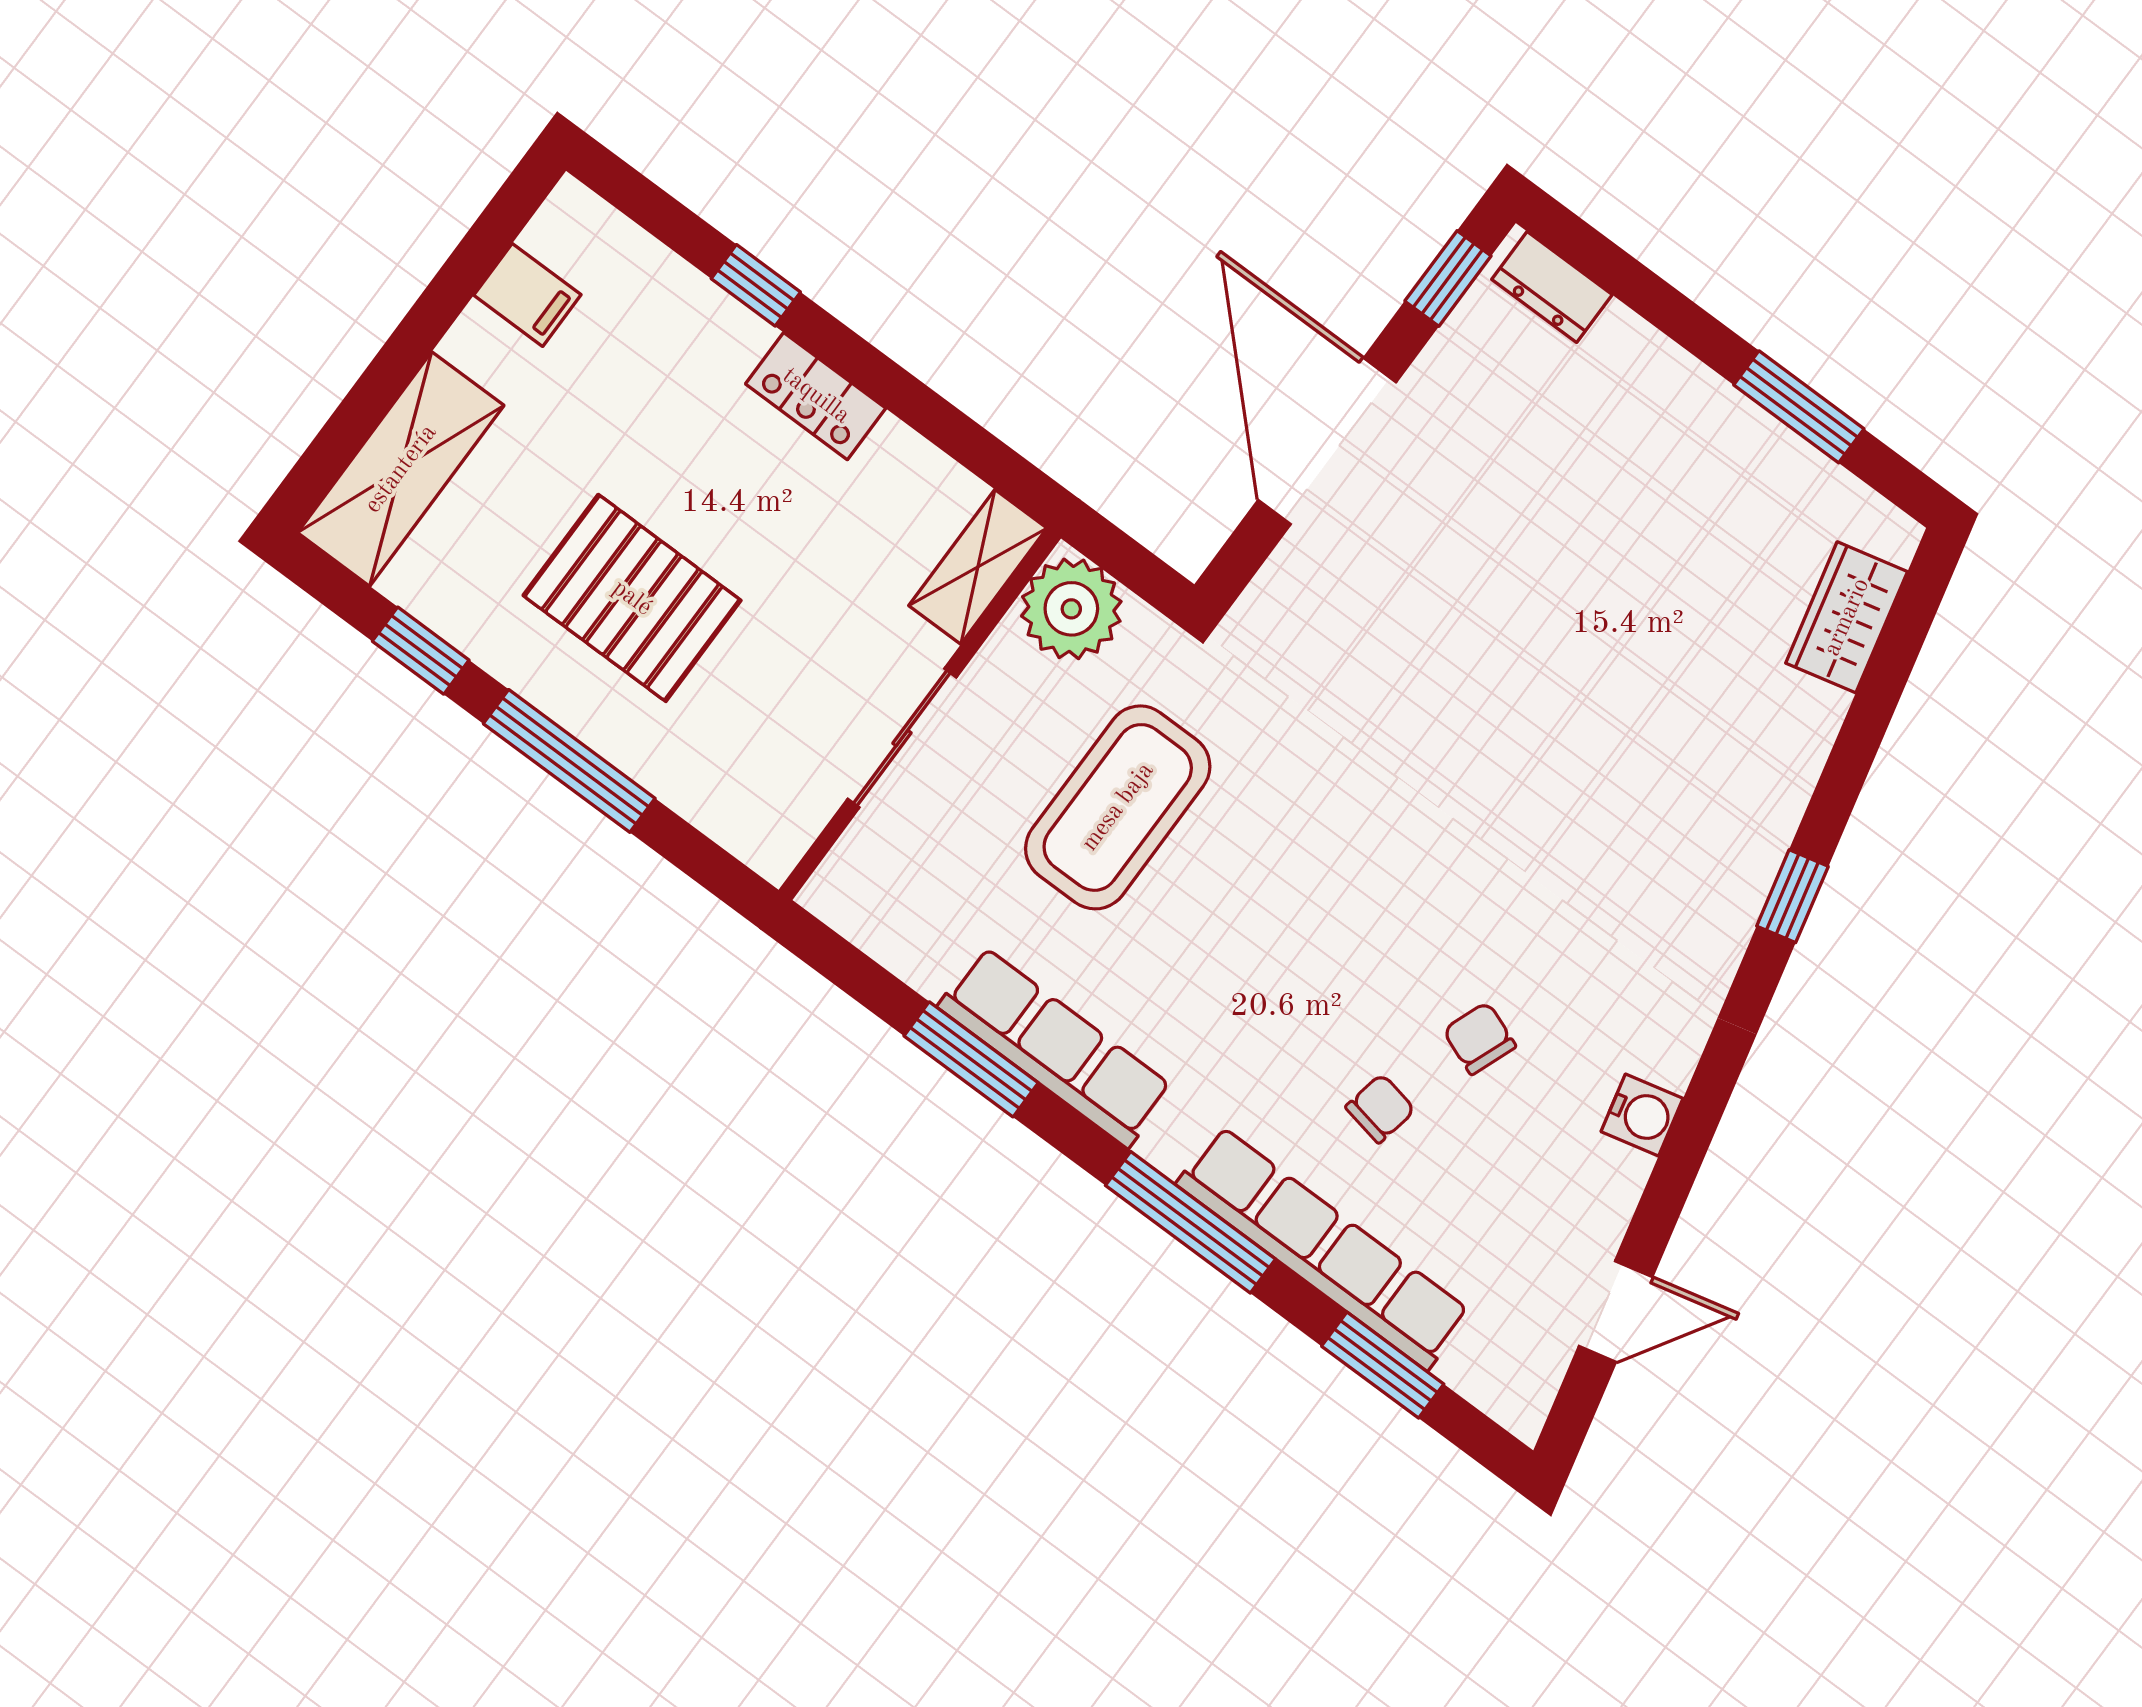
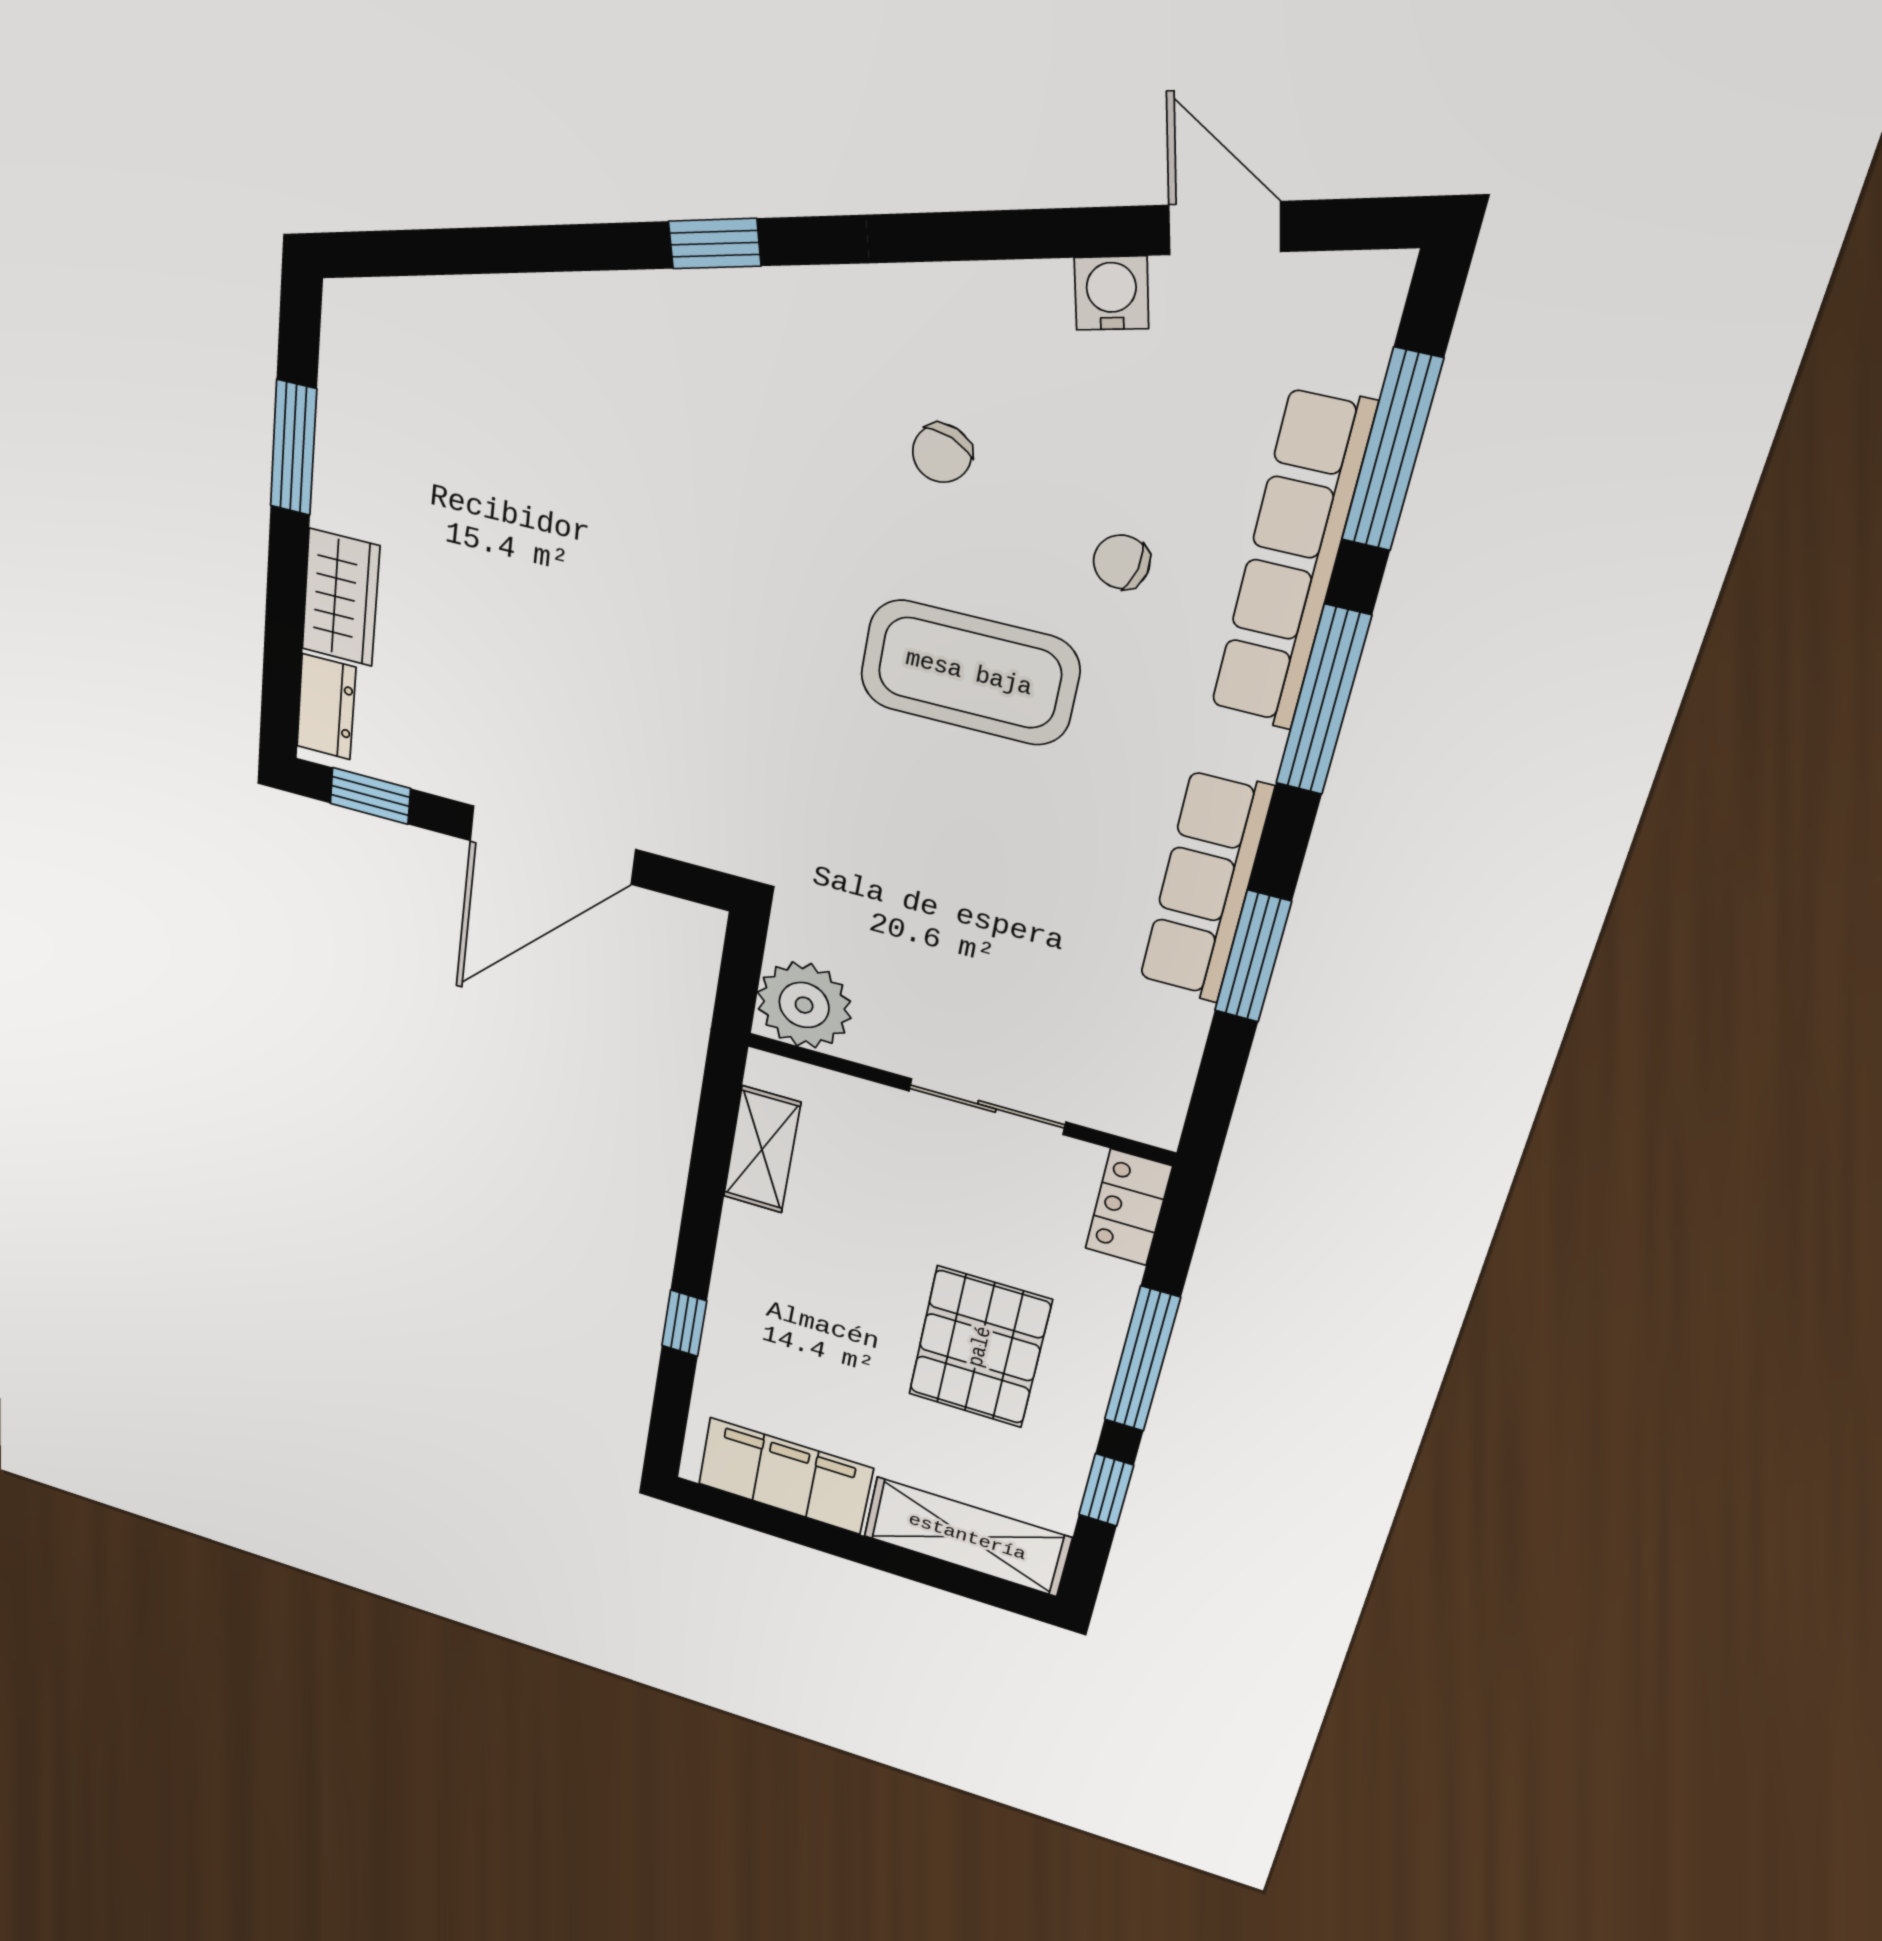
filing cabinet: (527, 295) -> (785, 1476), width x3.00, depth x1.17
locker: (816, 396) -> (1129, 1207), moved, turned 180
shelving: (978, 567) -> (762, 1150), moved, turned 90
wardrobe: (1847, 617) -> (341, 598), moved, turned -76
coffee table: (1118, 807) -> (969, 673), moved
chair: (1479, 1038) -> (942, 453), moved
water cooler: (1642, 1115) -> (1111, 293), moved
window: (1383, 1365) -> (1392, 450), width x1.44

